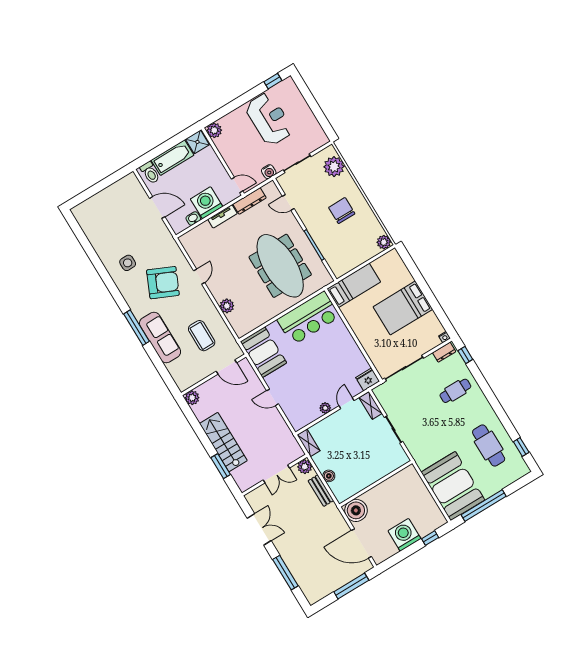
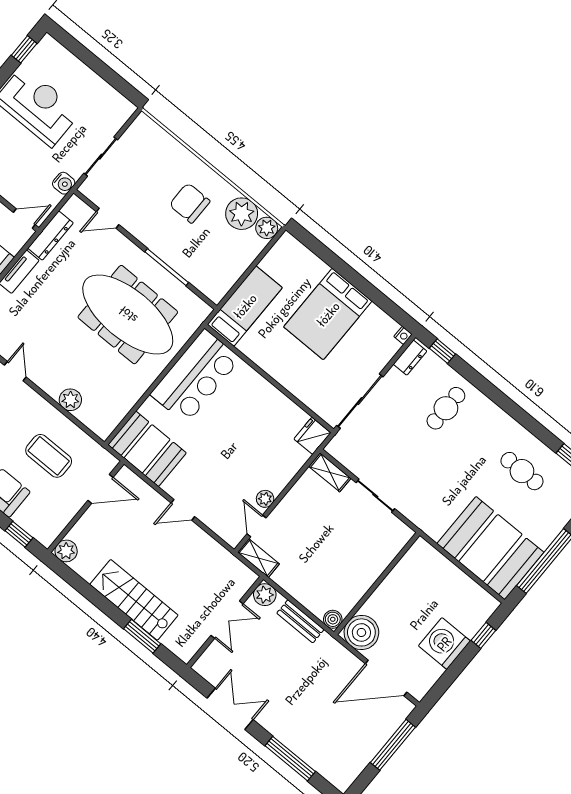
plant: (334, 167) -> (242, 214), moved
window: (167, 377) -> (19, 534), added
door: (347, 403) -> (257, 526), moved
cafe table: (489, 446) -> (522, 471), width x0.73, depth x0.74
boiler: (329, 476) -> (333, 619), moved

